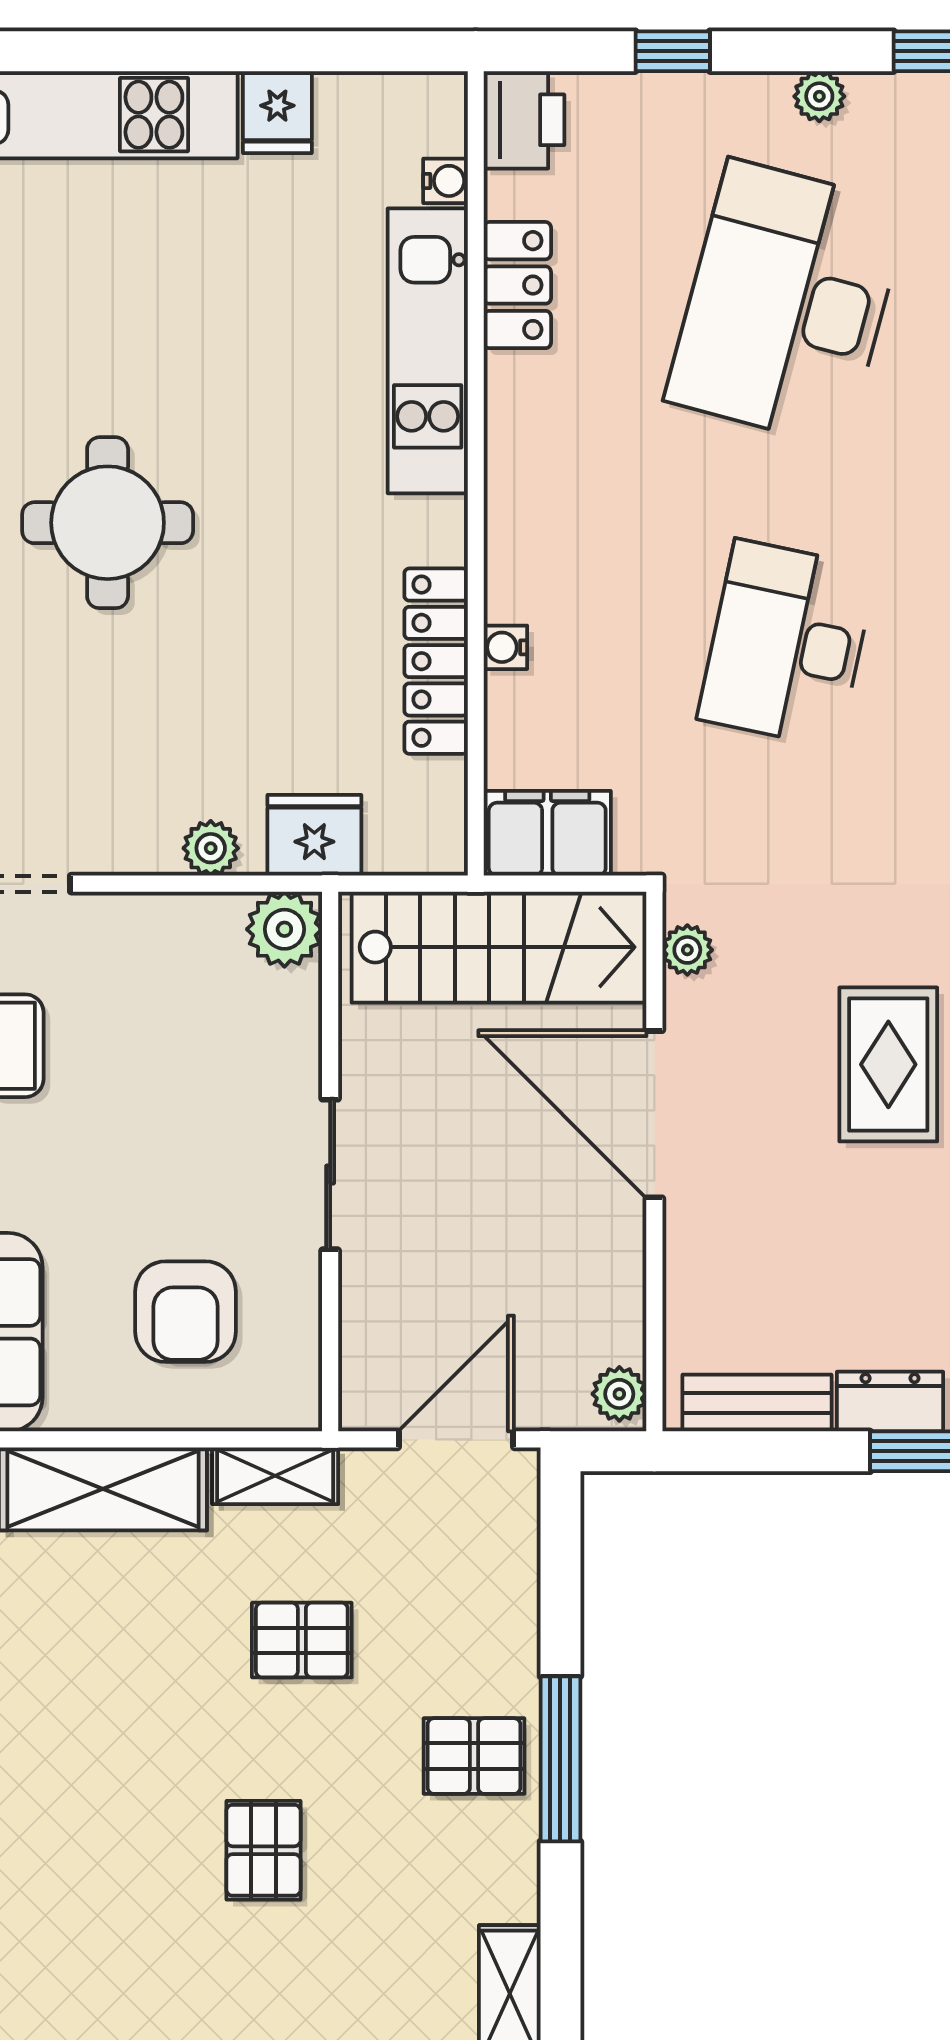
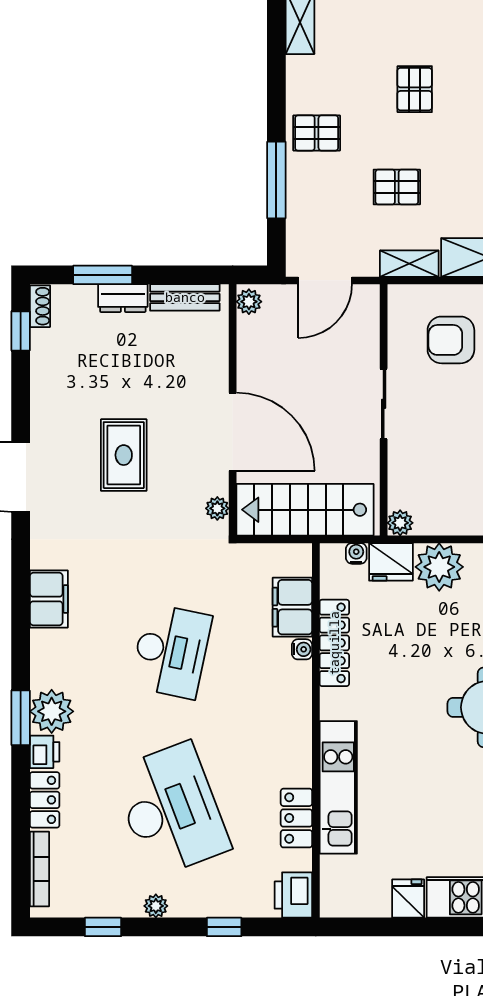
water cooler: (445, 181) -> (356, 553), moved, turned 90
desk: (787, 303) -> (171, 810), turned -36
filing cabinet: (547, 833) -> (292, 607), moved, turned 90
plant: (211, 848) -> (439, 567), width x1.88, depth x1.88
plant: (284, 929) -> (400, 523), width x0.73, depth x0.73
armchair: (186, 1312) -> (451, 340), turned -90
window: (560, 1759) -> (276, 180), moved

